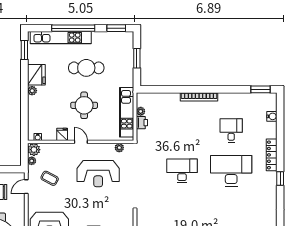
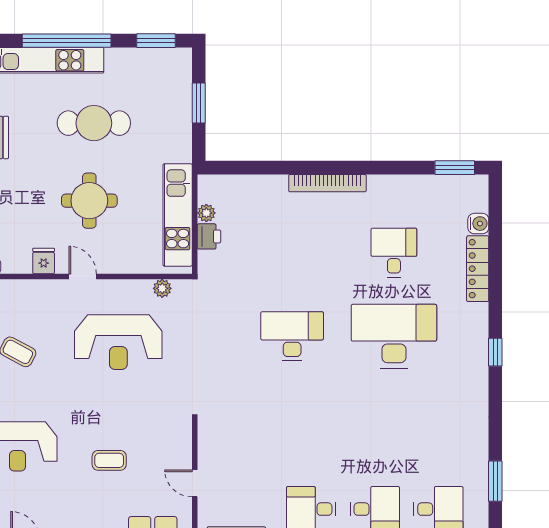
locker: (272, 155) -> (478, 269), moved

